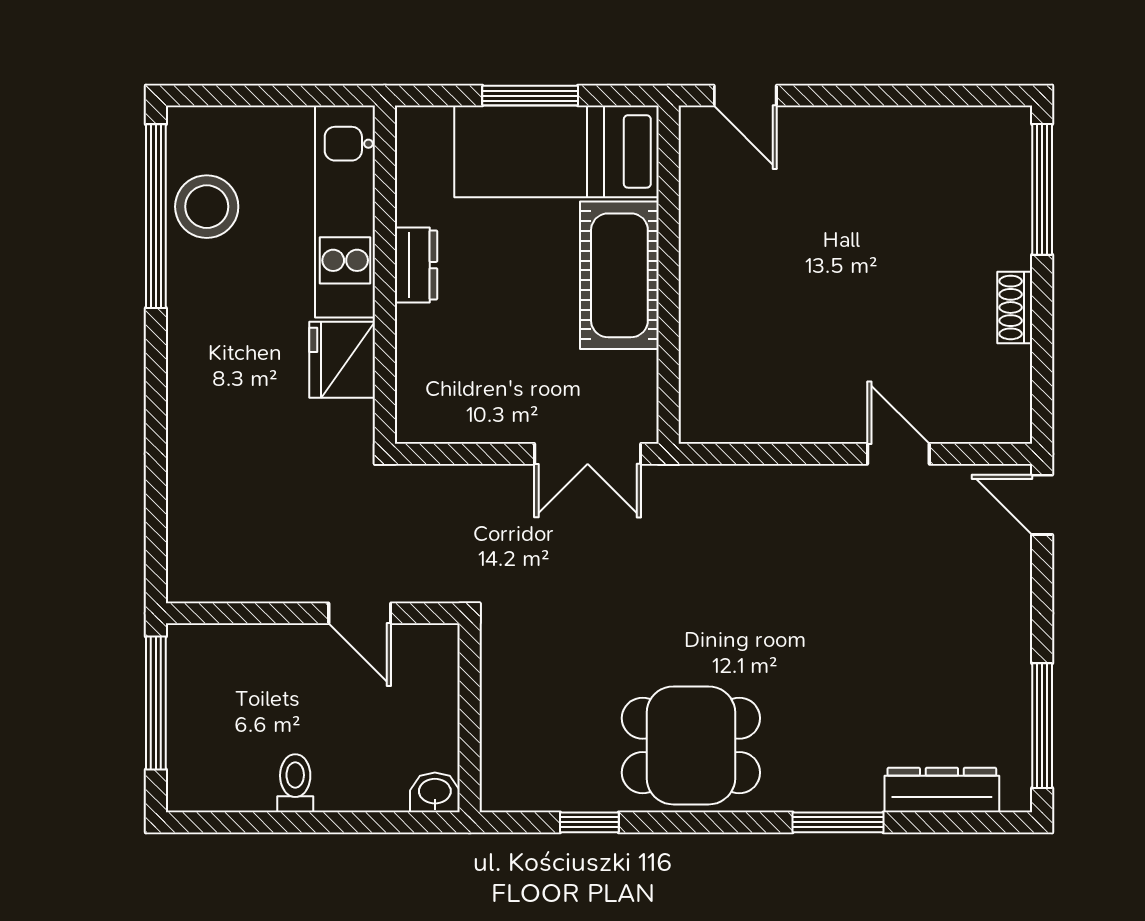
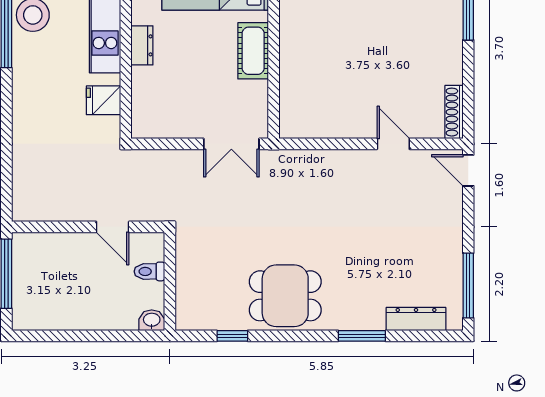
cot: (619, 275) -> (253, 51), width x0.73, depth x0.75
shoe rack: (1015, 307) -> (454, 112), moved, width x1.43
fridge: (342, 360) -> (103, 100), width x0.72
toilet: (295, 783) -> (149, 271), moved, turned -90

